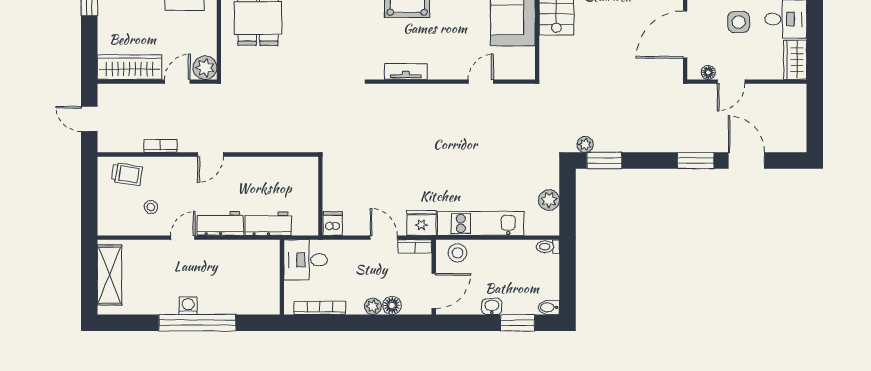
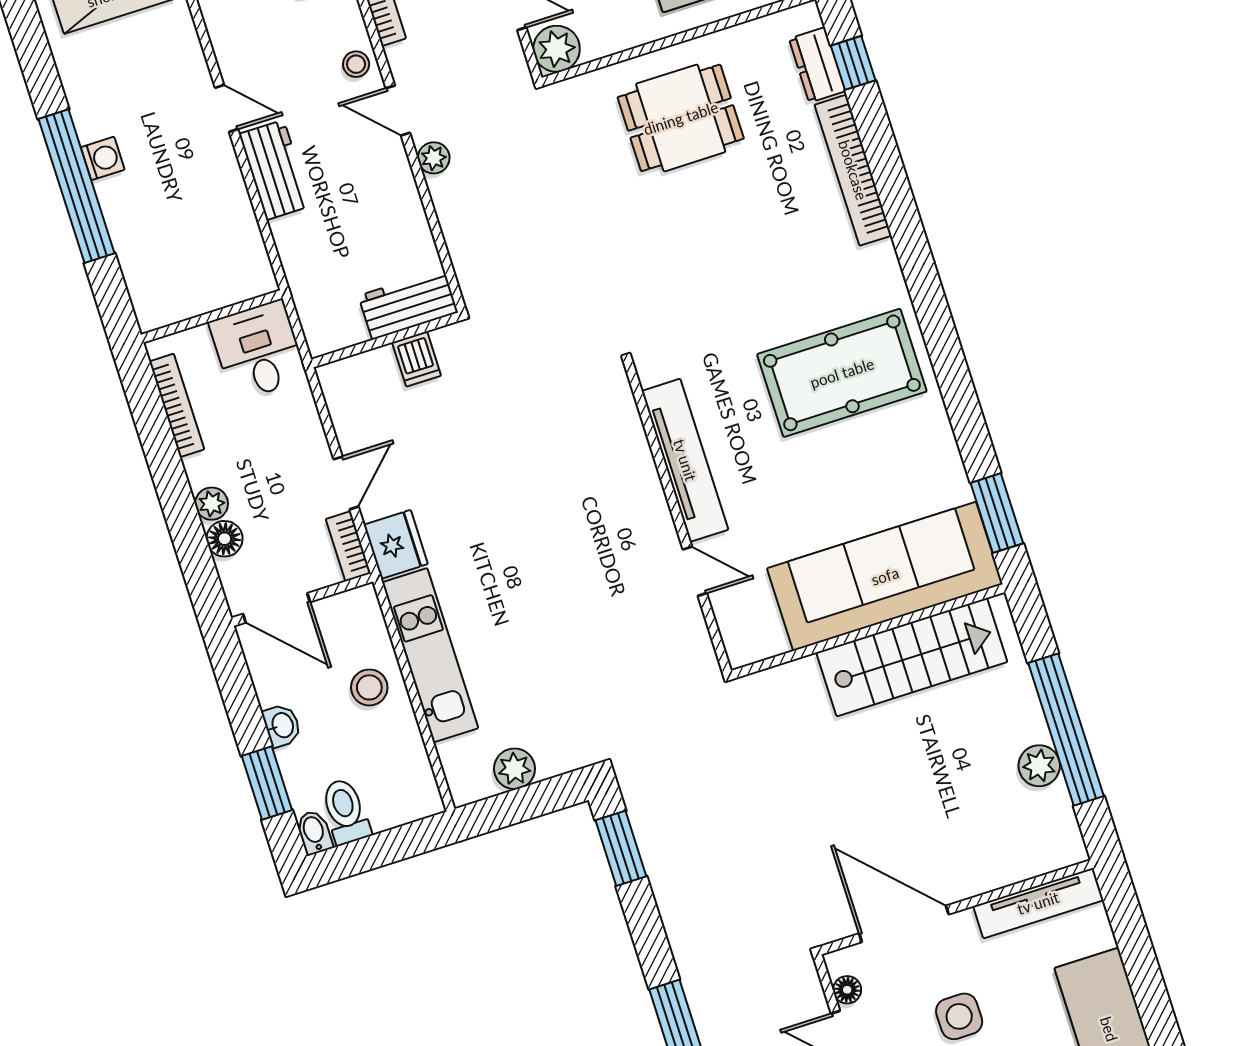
tv unit: (406, 71) -> (685, 460), width x1.92, depth x1.29
plant: (585, 144) -> (434, 158), moved
stool: (151, 207) -> (356, 64), moved
workbench: (268, 224) -> (408, 304), moved, turned -90
dishwasher: (333, 224) -> (417, 359), moved, turned 90
toilet: (548, 247) -> (345, 811), moved, width x1.37, depth x1.39
stool: (458, 253) -> (369, 687), moved

